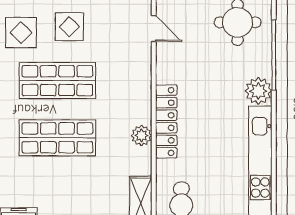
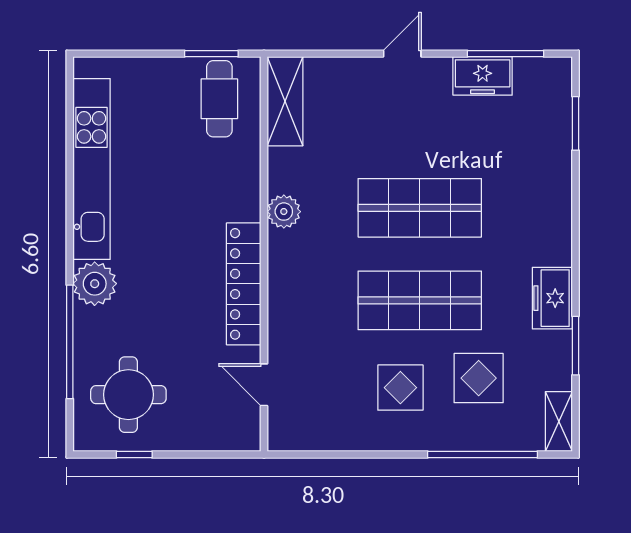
locker: (166, 121) -> (244, 284), moved

